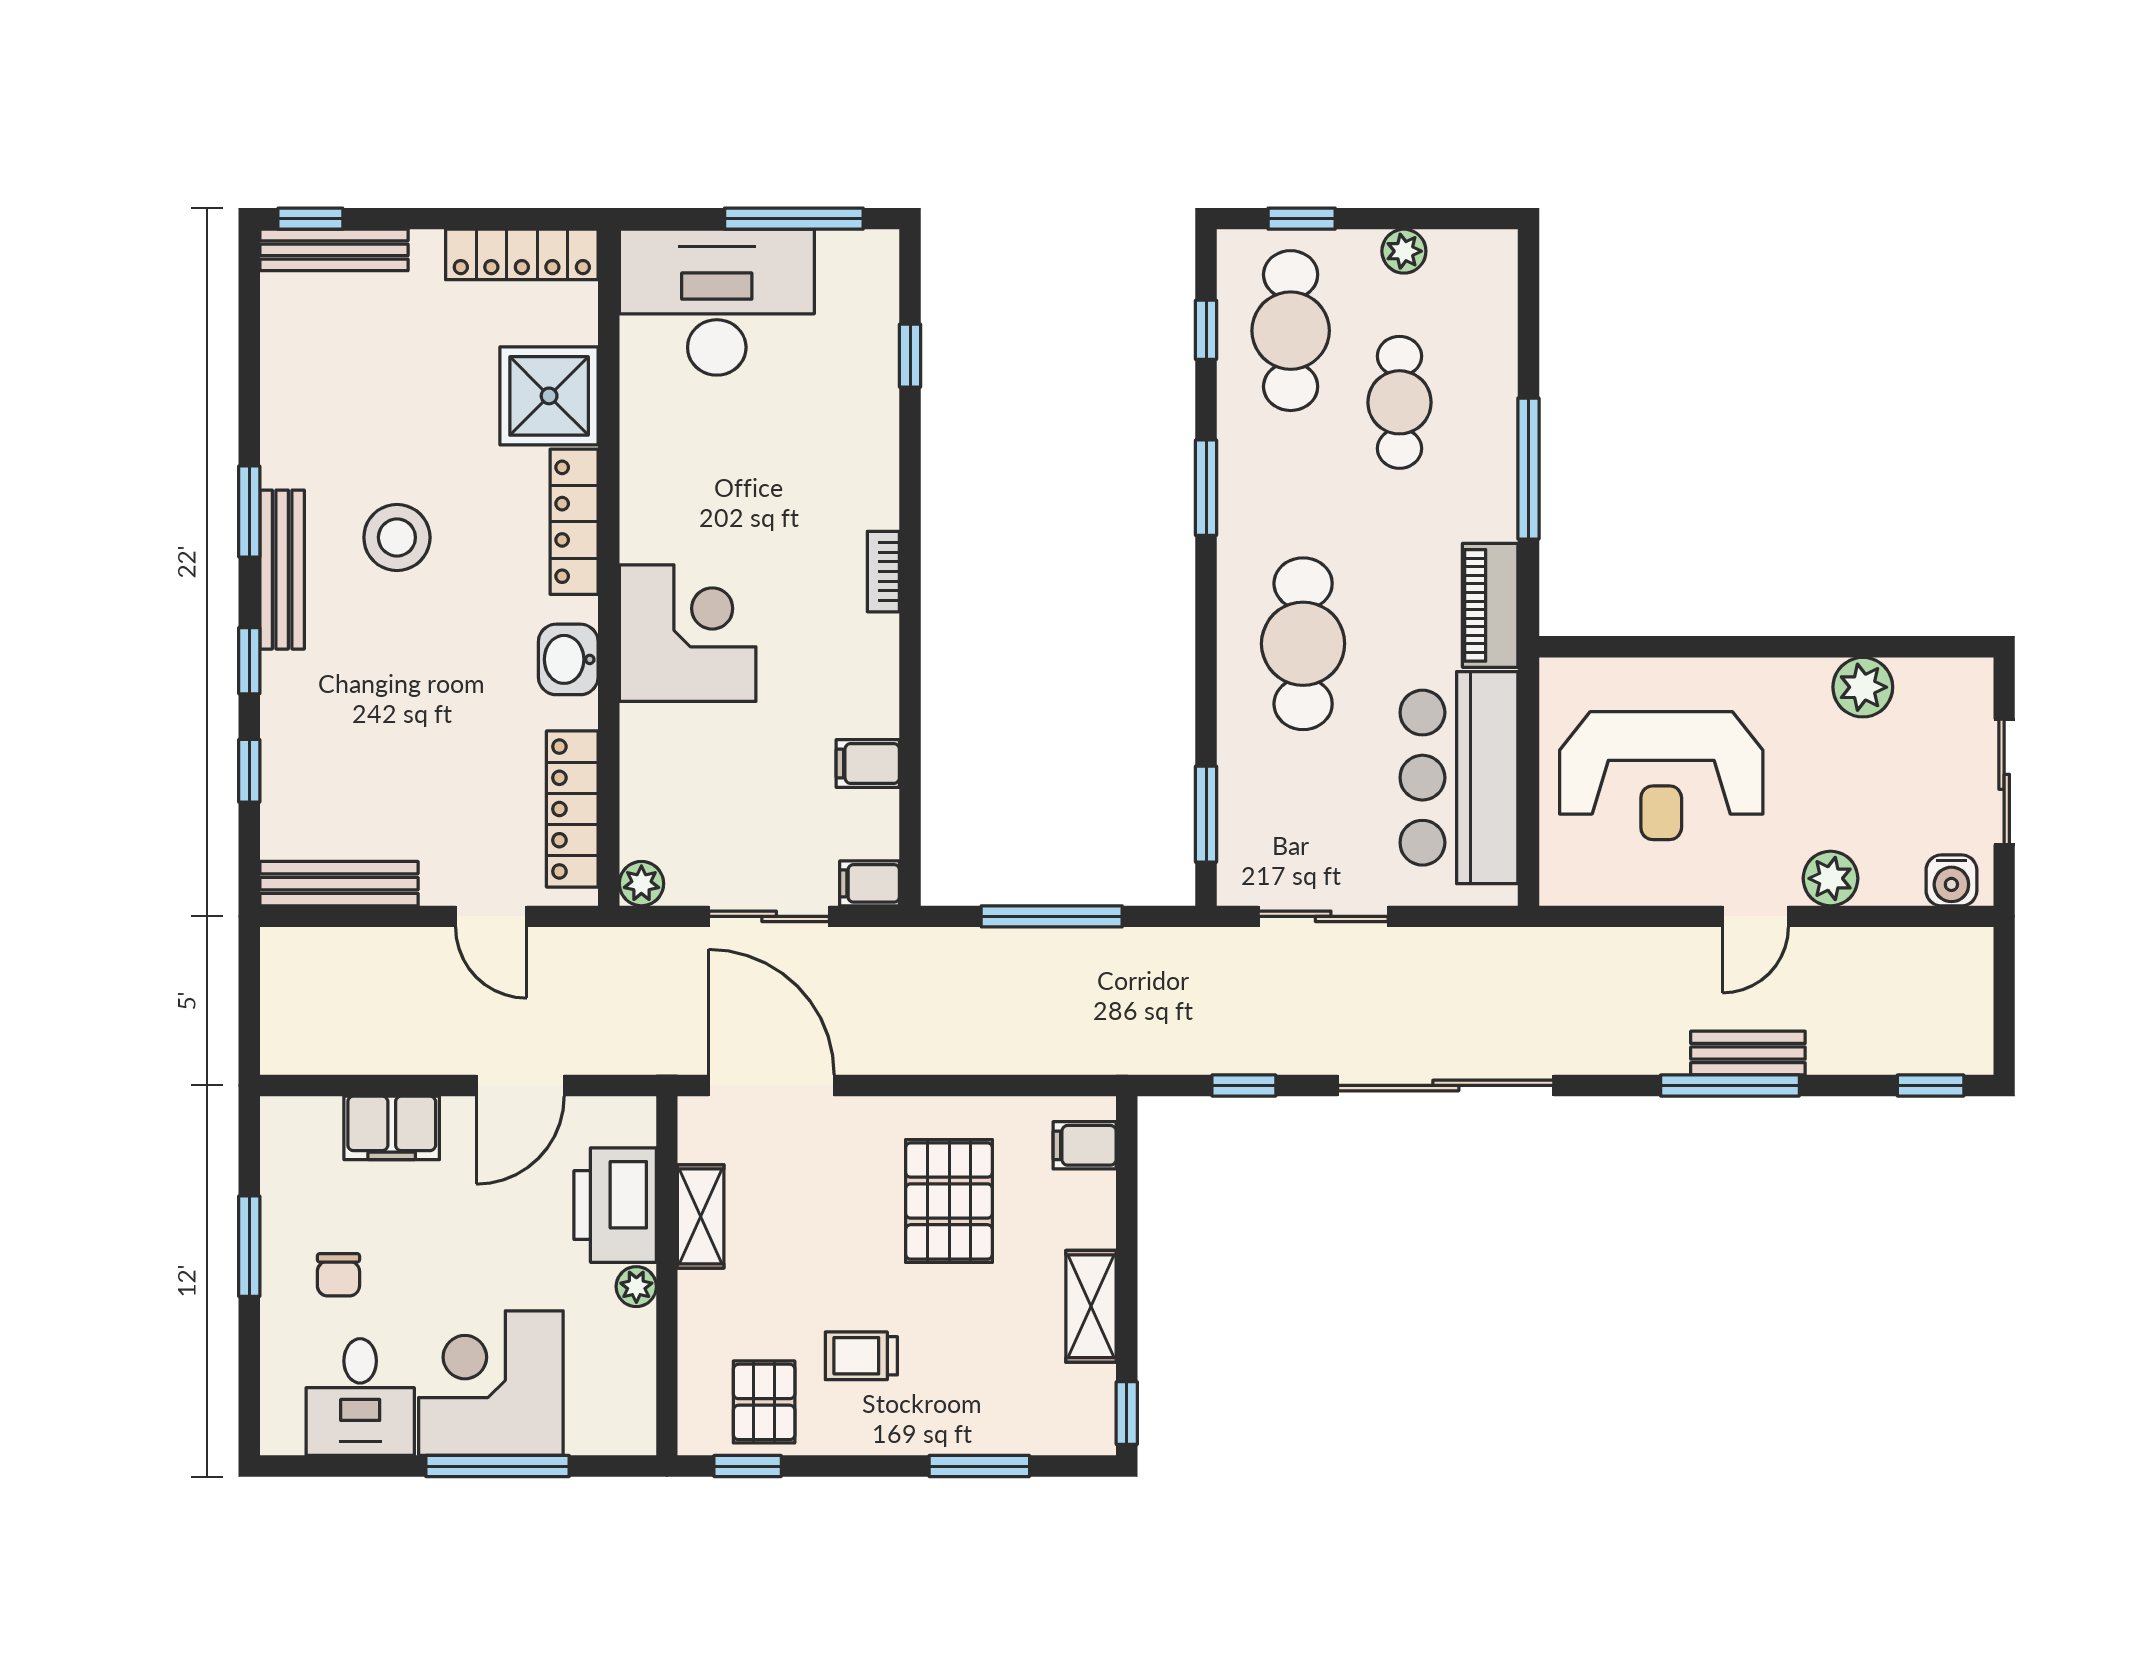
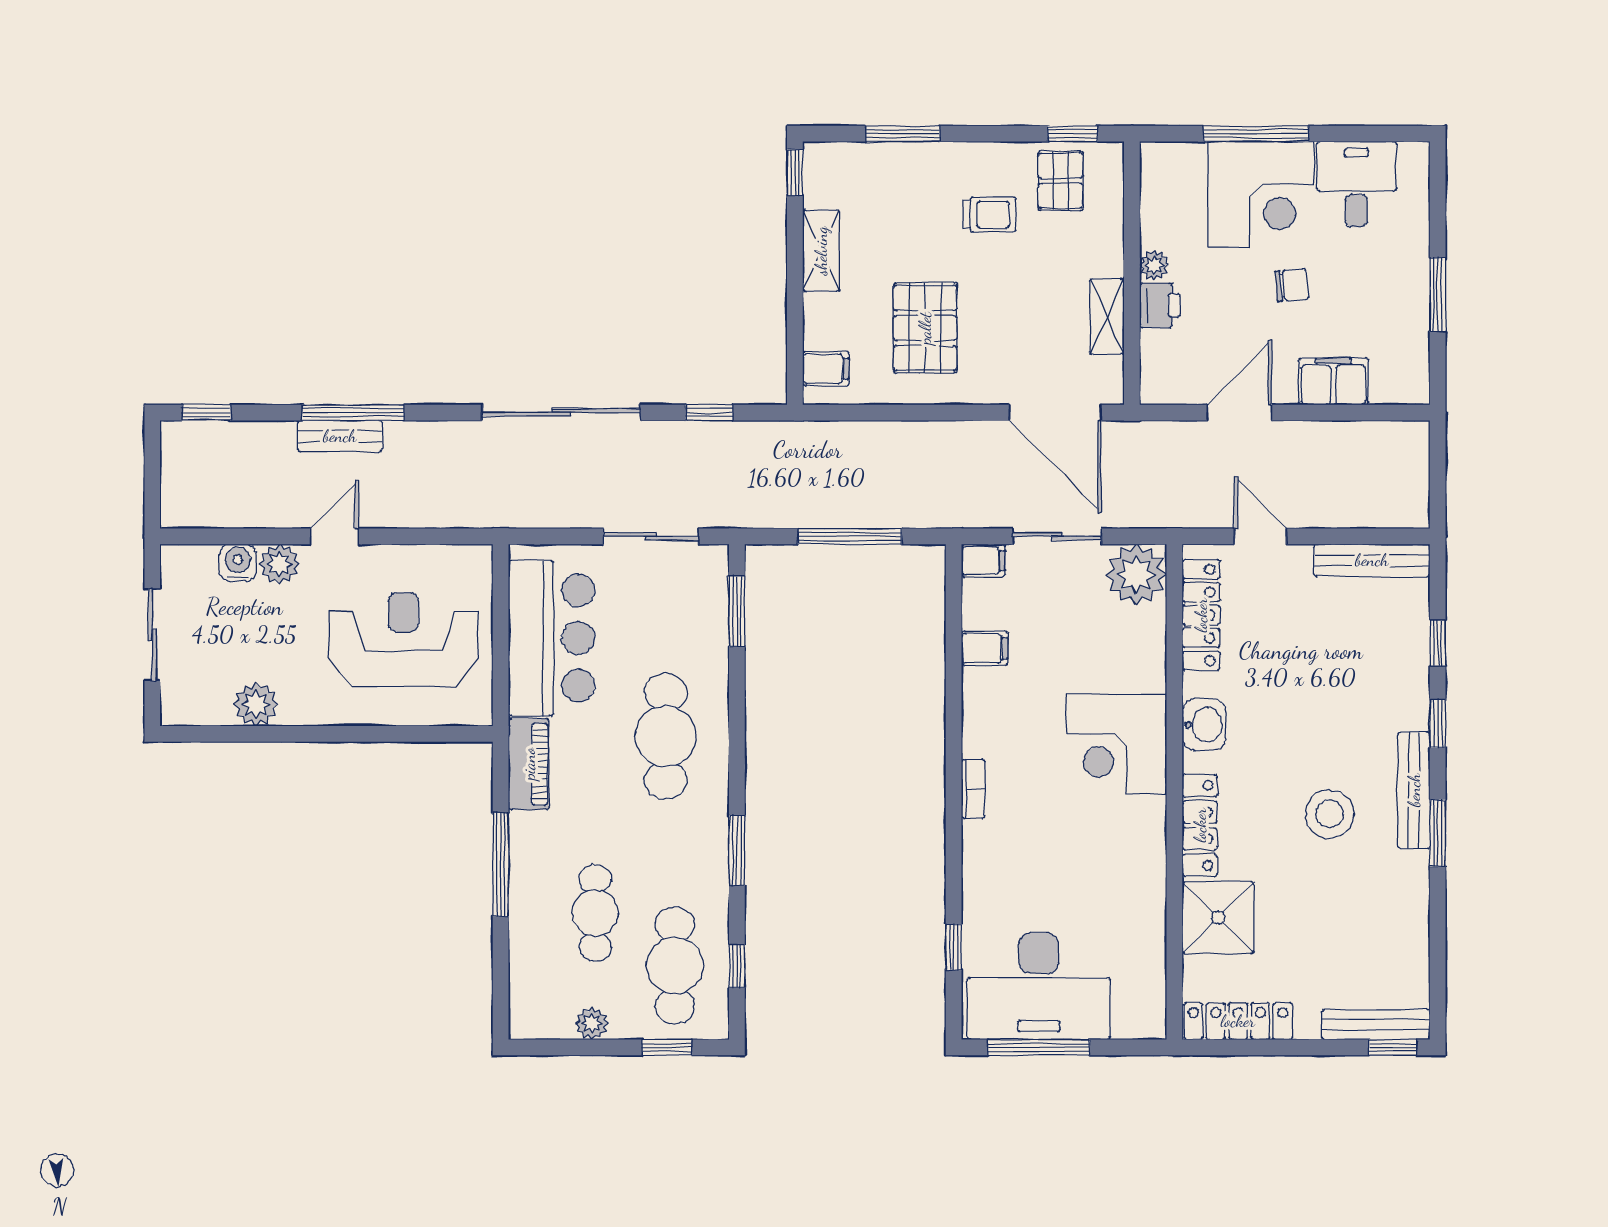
desk: (717, 302) -> (1039, 986), moved
water cooler: (1951, 880) -> (238, 563), moved
plant: (641, 884) -> (1136, 575), width x1.88, depth x1.88
printer: (615, 1205) -> (1160, 305), width x0.53, depth x0.68
chair: (338, 1275) -> (1292, 285), moved, turned 85

